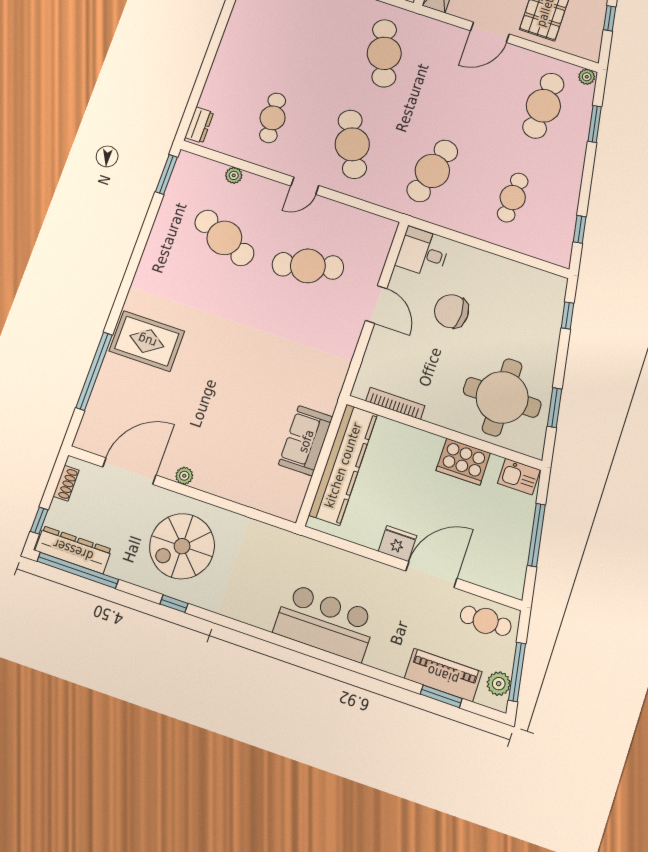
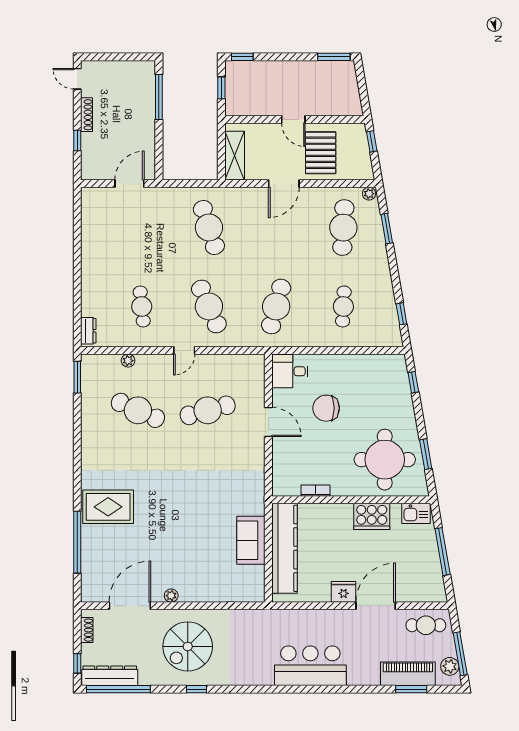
bookcase: (395, 403) -> (316, 491), width x0.64

